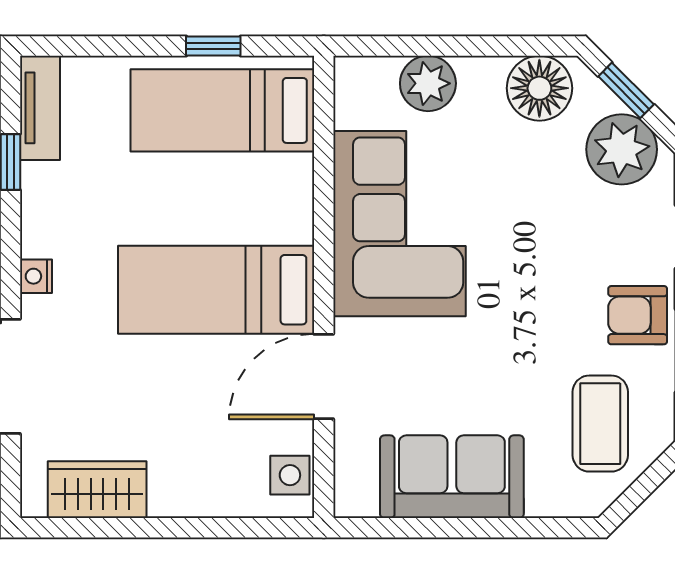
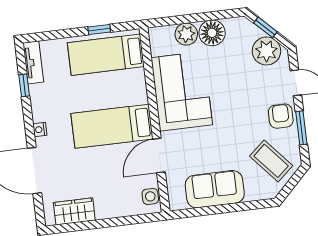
floor lamp: (539, 88) -> (212, 33), moved
armchair: (638, 315) -> (281, 116), turned 90
coffee table: (600, 424) -> (271, 161), turned -41

